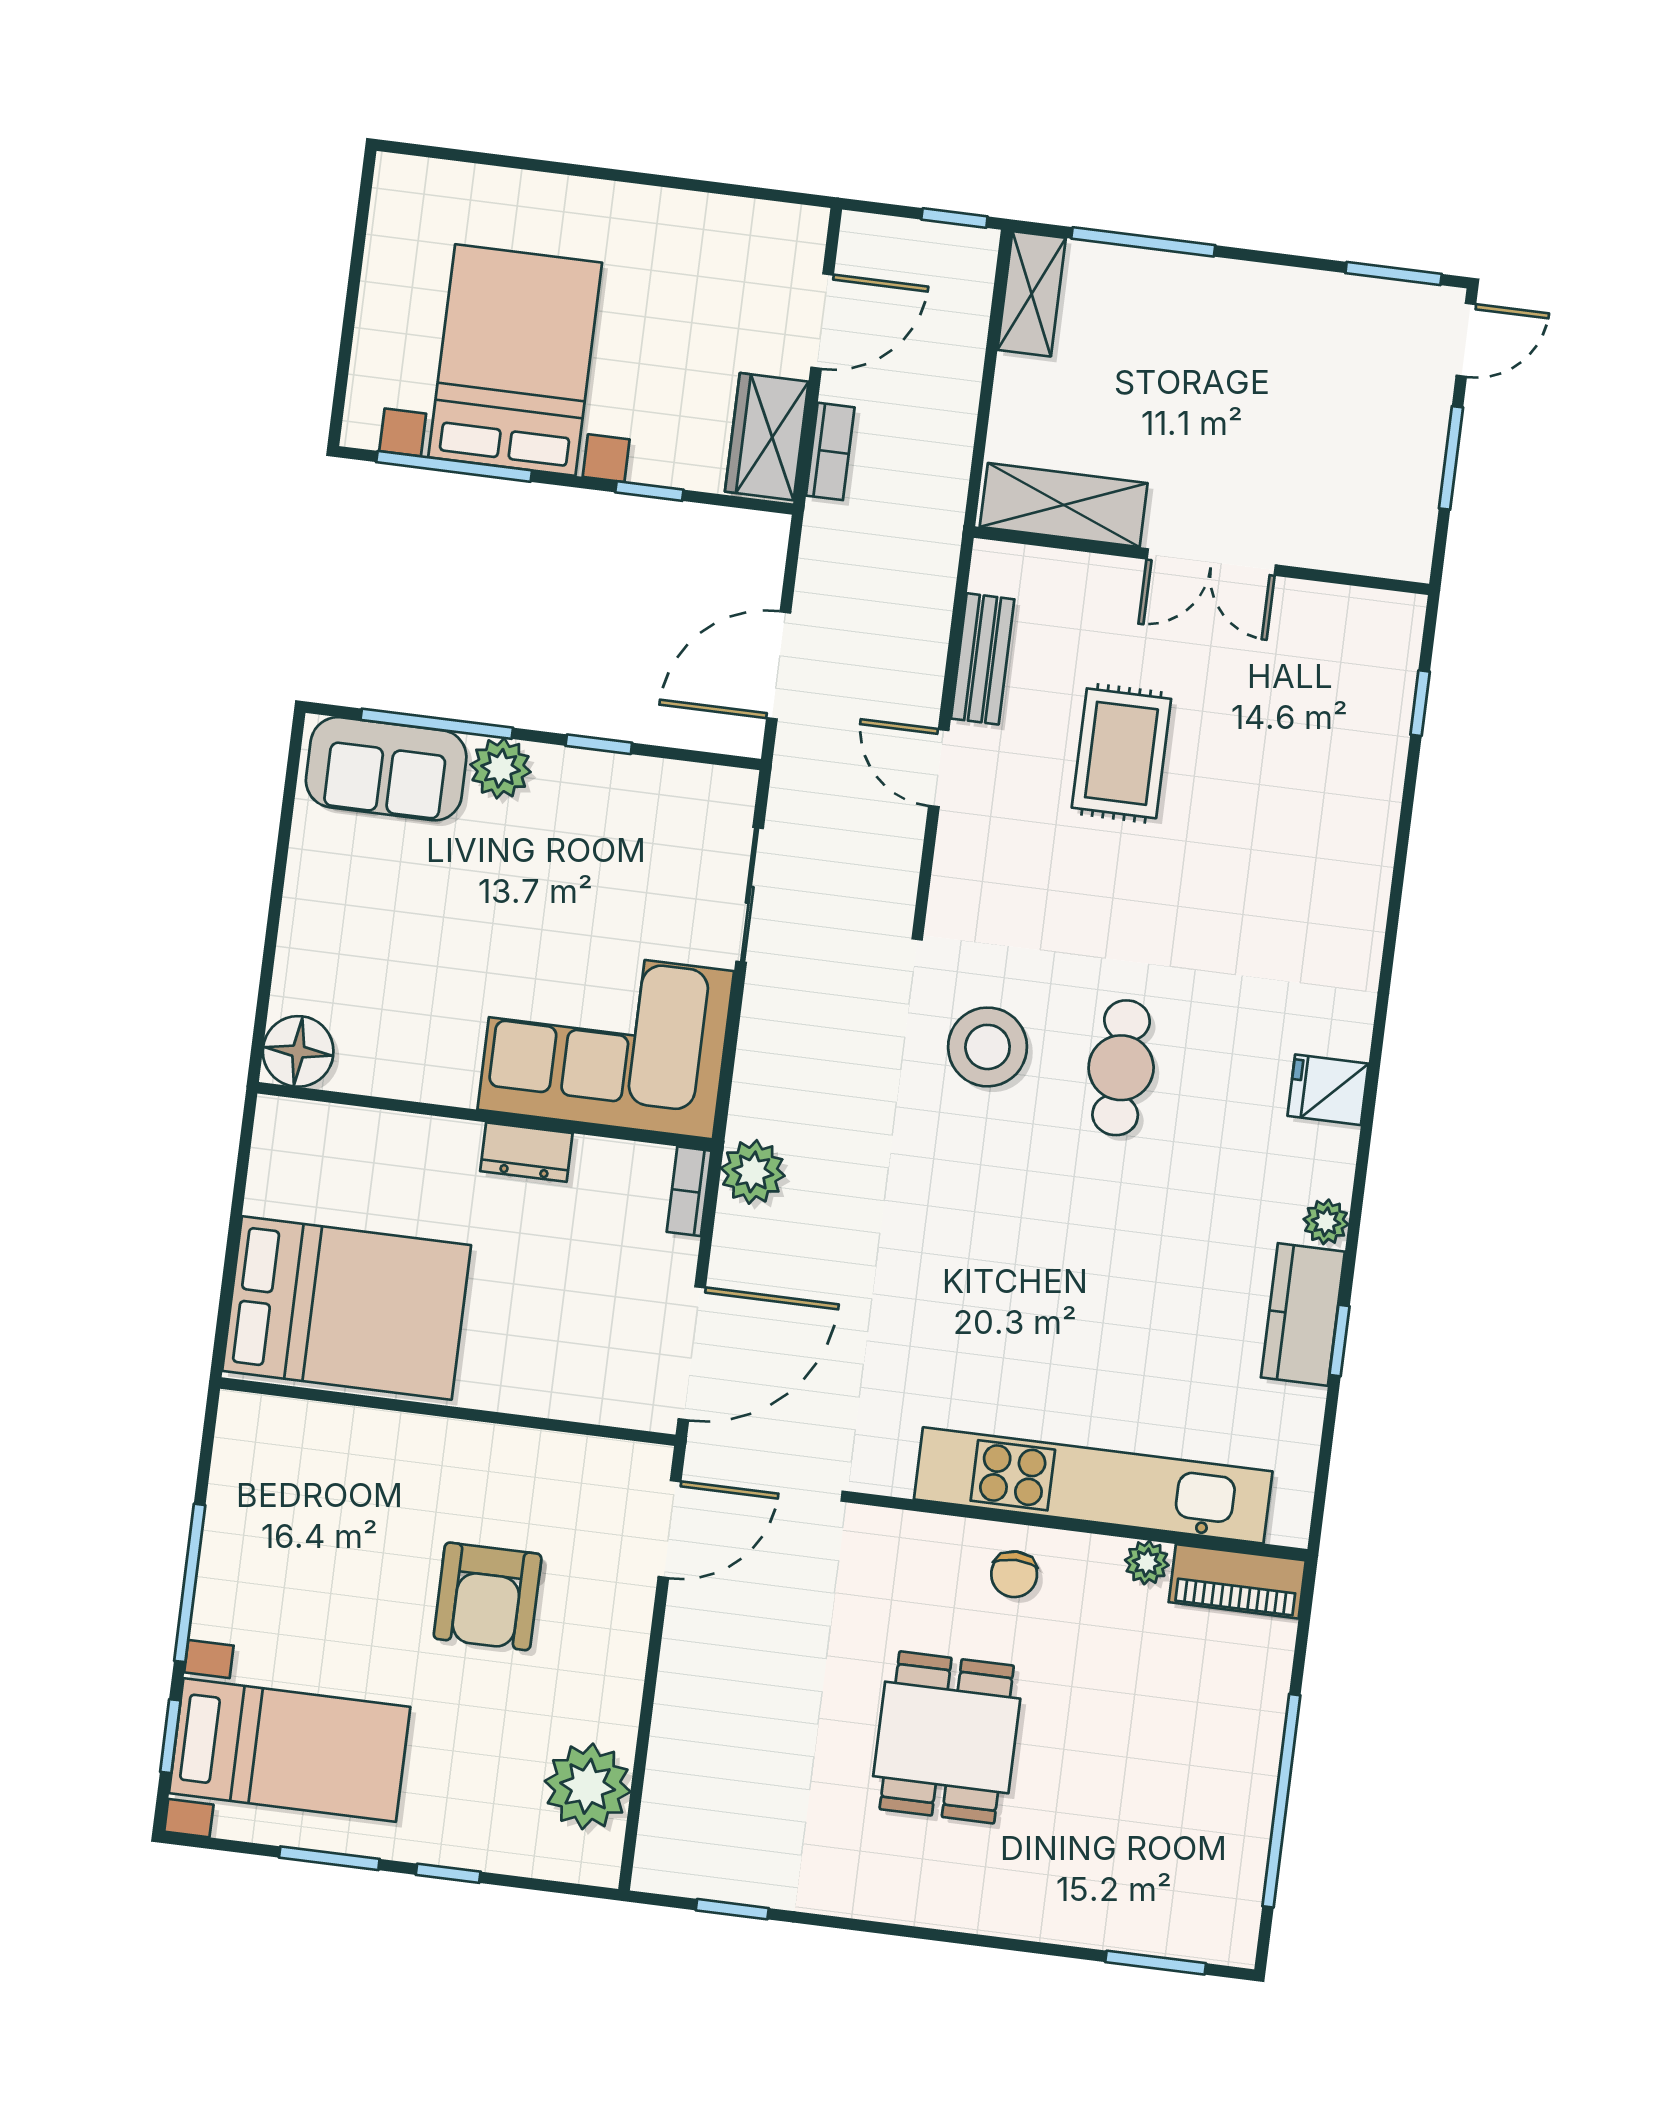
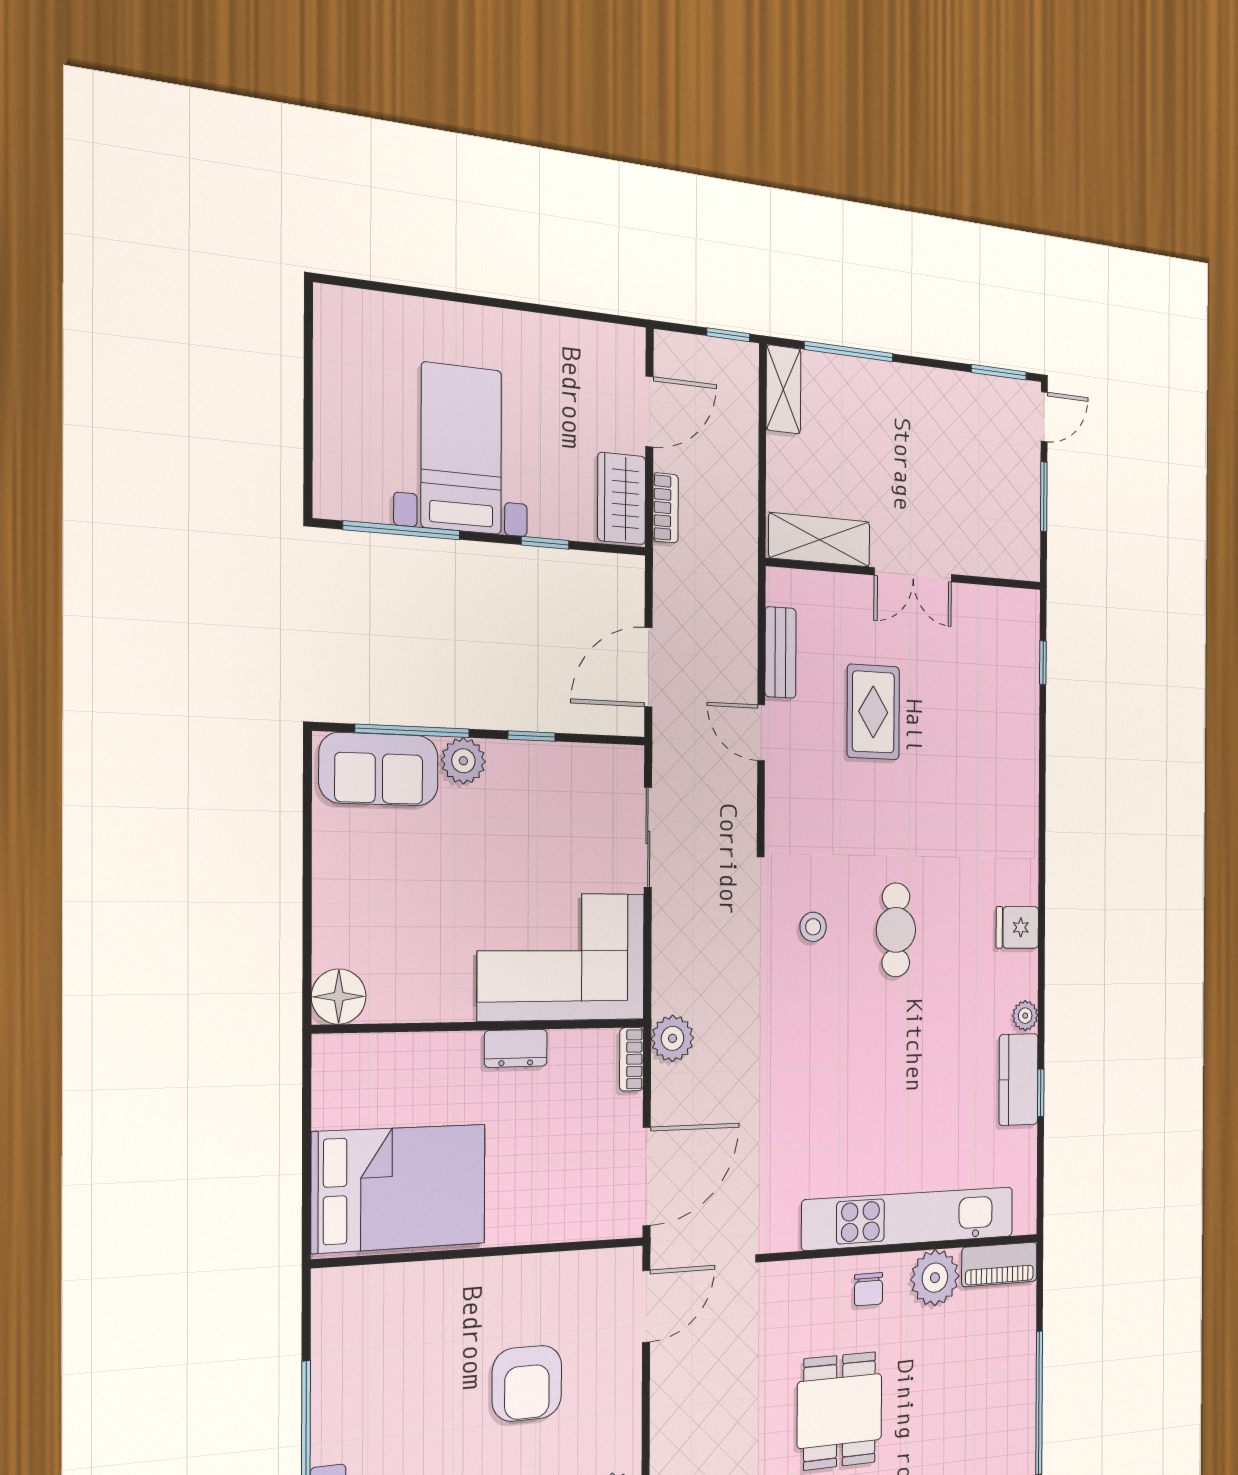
bed with nightstands: (515, 360) -> (461, 449), width x0.73
stool: (988, 1047) -> (813, 927), width x0.53, depth x0.53
plant: (1147, 1563) -> (935, 1278), width x1.87, depth x1.87

